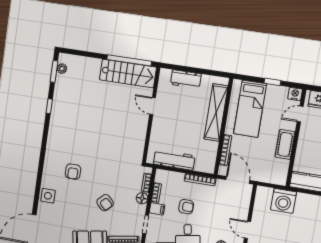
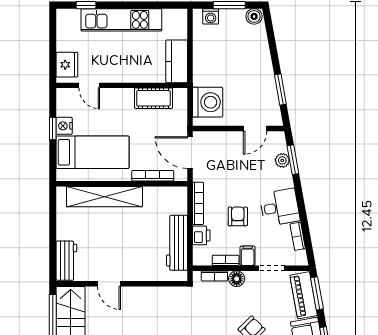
workbench: (186, 79) -> (66, 261), moved
nightstand: (295, 94) -> (64, 126), moved
door: (153, 106) -> (109, 284), hinge flipped
cot: (285, 144) -> (153, 98), moved
printer: (177, 178) -> (201, 235), added
door: (238, 180) -> (190, 153), hinge flipped
washing machine: (283, 201) -> (208, 102), moved

